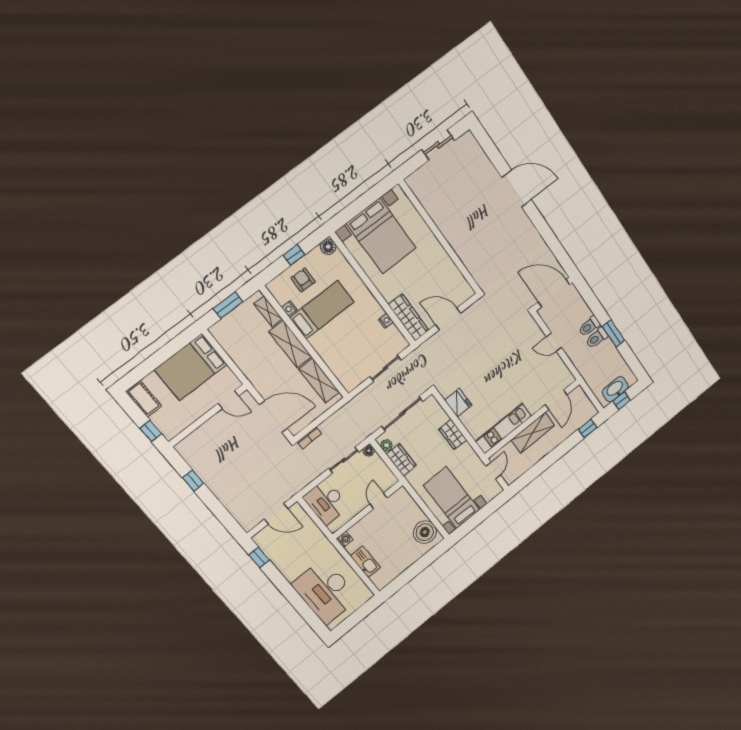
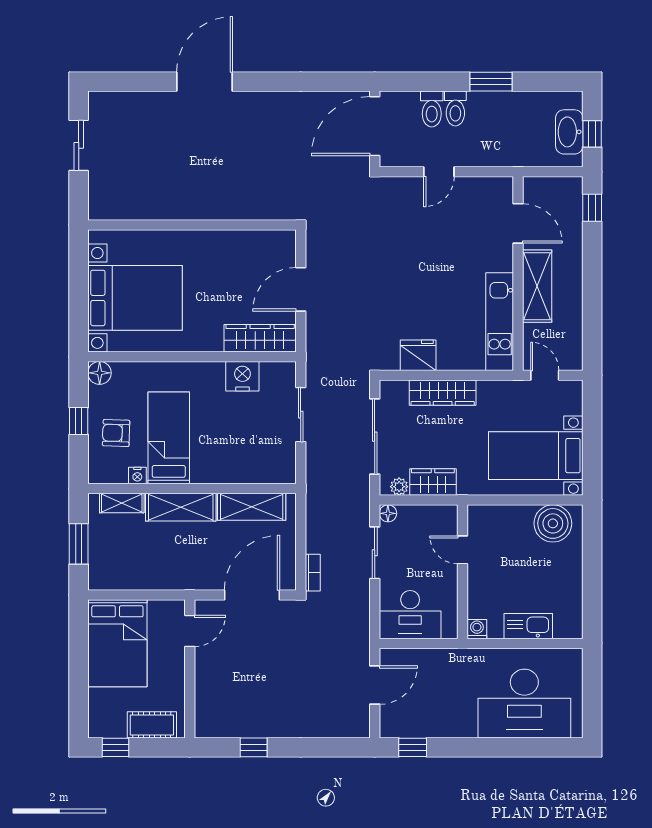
nightstand: (386, 321) -> (242, 376), width x1.89, depth x1.79
toilet: (597, 338) -> (432, 109), moved
cot: (144, 399) -> (152, 725), moved
window: (151, 431) -> (116, 747), moved
wardrobe: (453, 435) -> (443, 393), width x1.50

